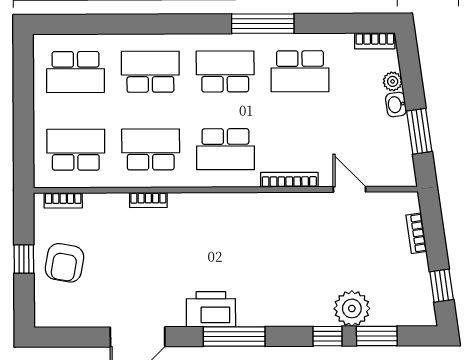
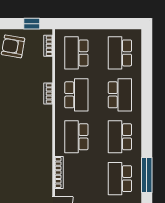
window: (263, 24) -> (147, 175), moved
school desk: (225, 71) -> (120, 137), turned 180
school desk: (76, 150) -> (76, 53), turned 180
window: (24, 259) -> (32, 24), moved

